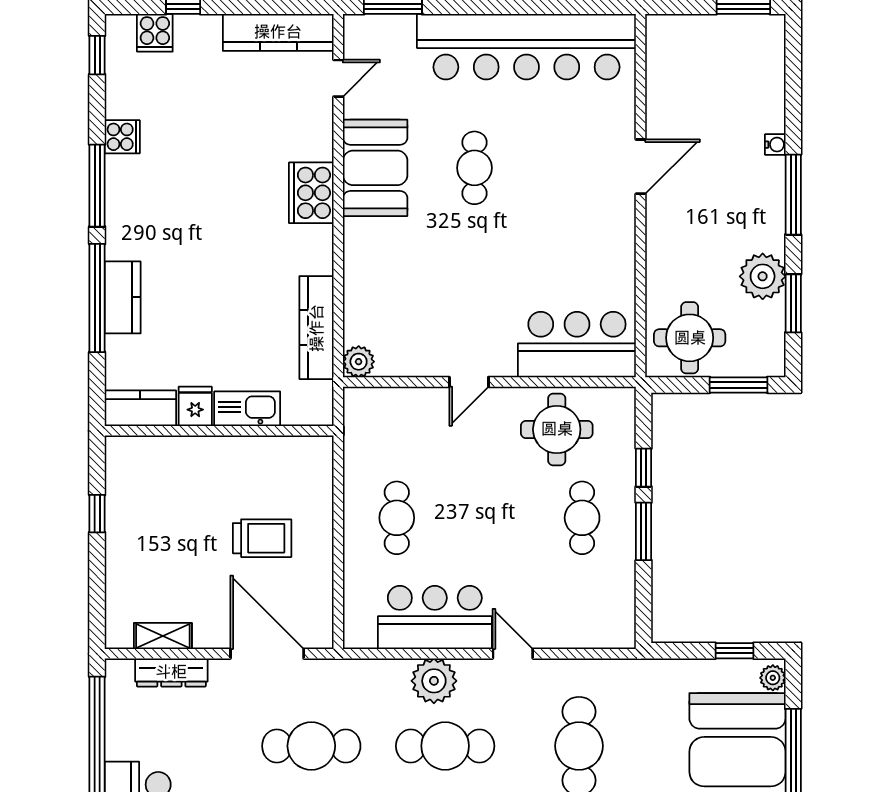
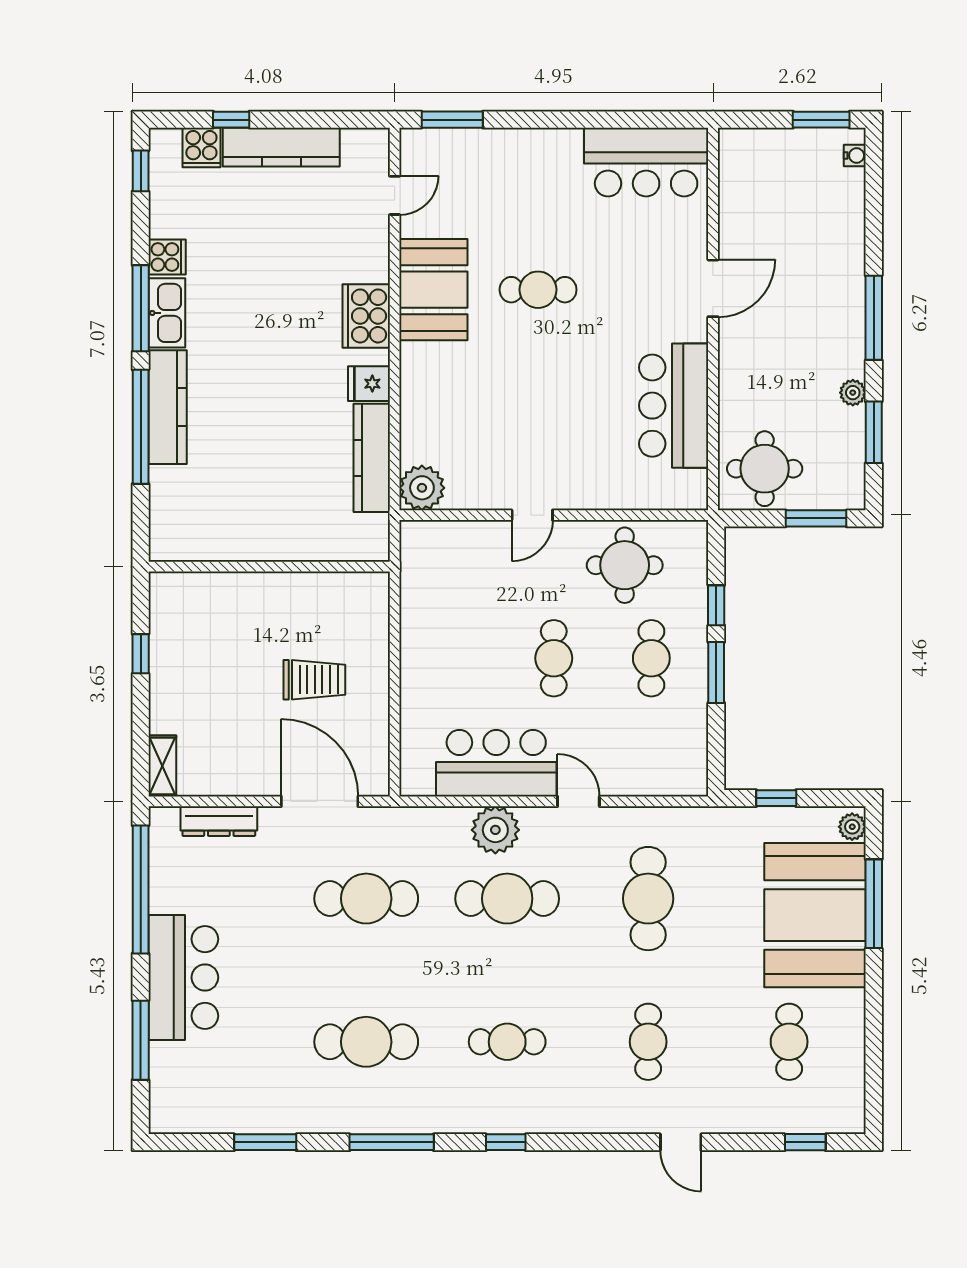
kitchen counter: (278, 32) -> (281, 147), moved
bar counter: (526, 47) -> (646, 162), width x0.54
water cooler: (775, 145) -> (855, 155), moved
cafe table: (474, 168) -> (538, 290), turned 90
plant: (763, 276) -> (853, 393), width x0.53, depth x0.53
kitchen counter: (123, 297) -> (168, 407), width x1.50
bar counter: (577, 345) -> (674, 406), moved, turned -90
plant: (359, 362) -> (422, 488), width x1.36, depth x1.36
fridge: (195, 406) -> (369, 384), moved, turned -90
kitchen counter: (140, 408) -> (186, 543), removed
kitchen sink: (247, 409) -> (167, 313), moved, turned 90
cafe table: (397, 518) -> (554, 658), moved
shelving: (163, 636) -> (162, 766), moved, turned 90
window: (735, 651) -> (776, 798), moved

